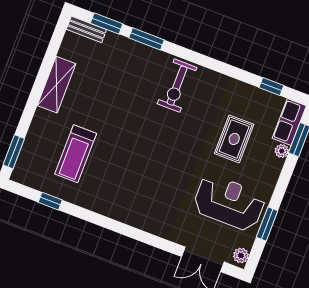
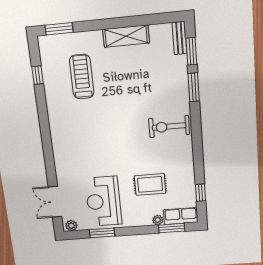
treadmill: (76, 154) -> (82, 77), turned 90
reception desk: (229, 203) -> (103, 201), turned 180

